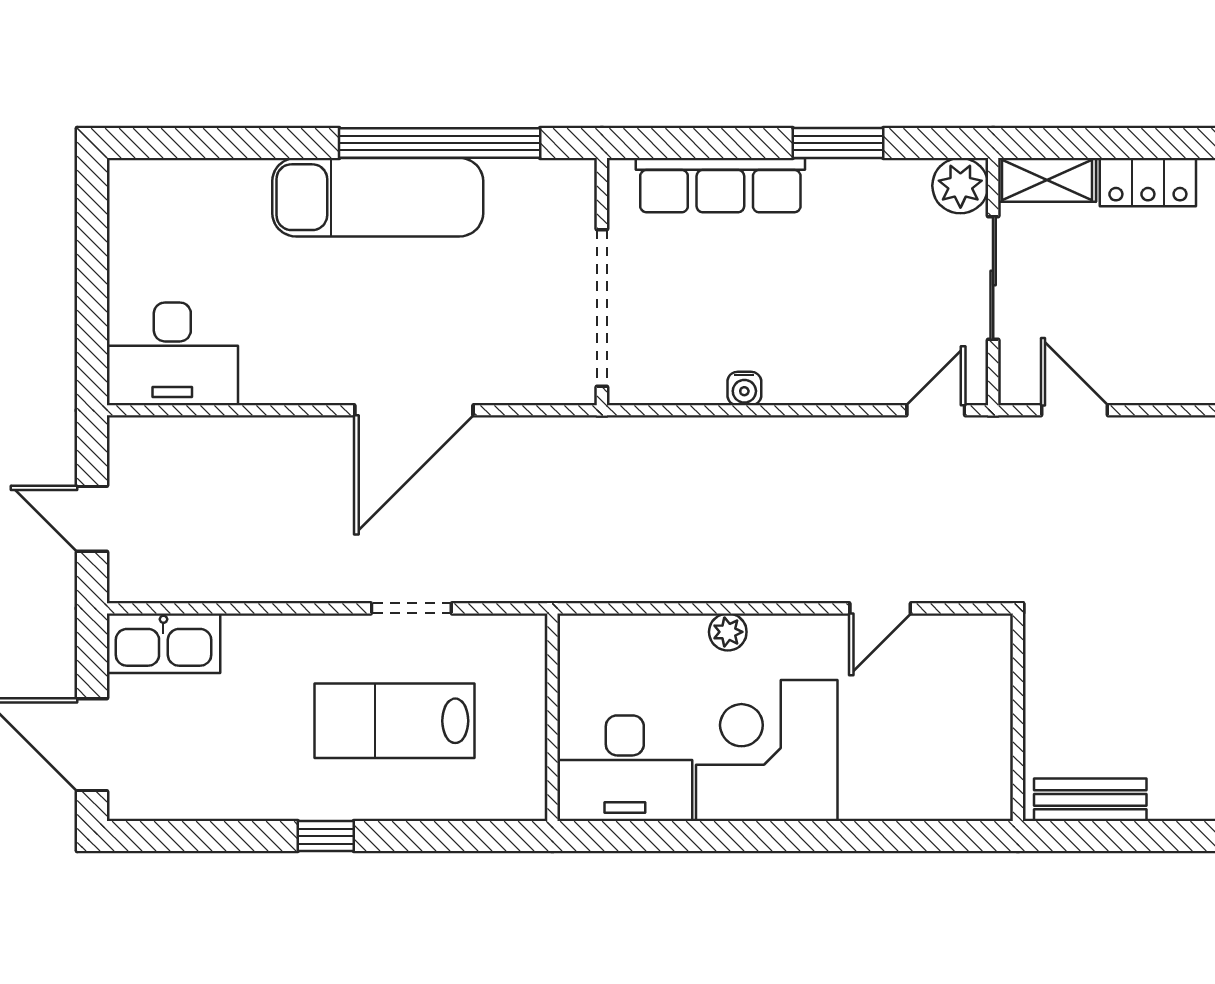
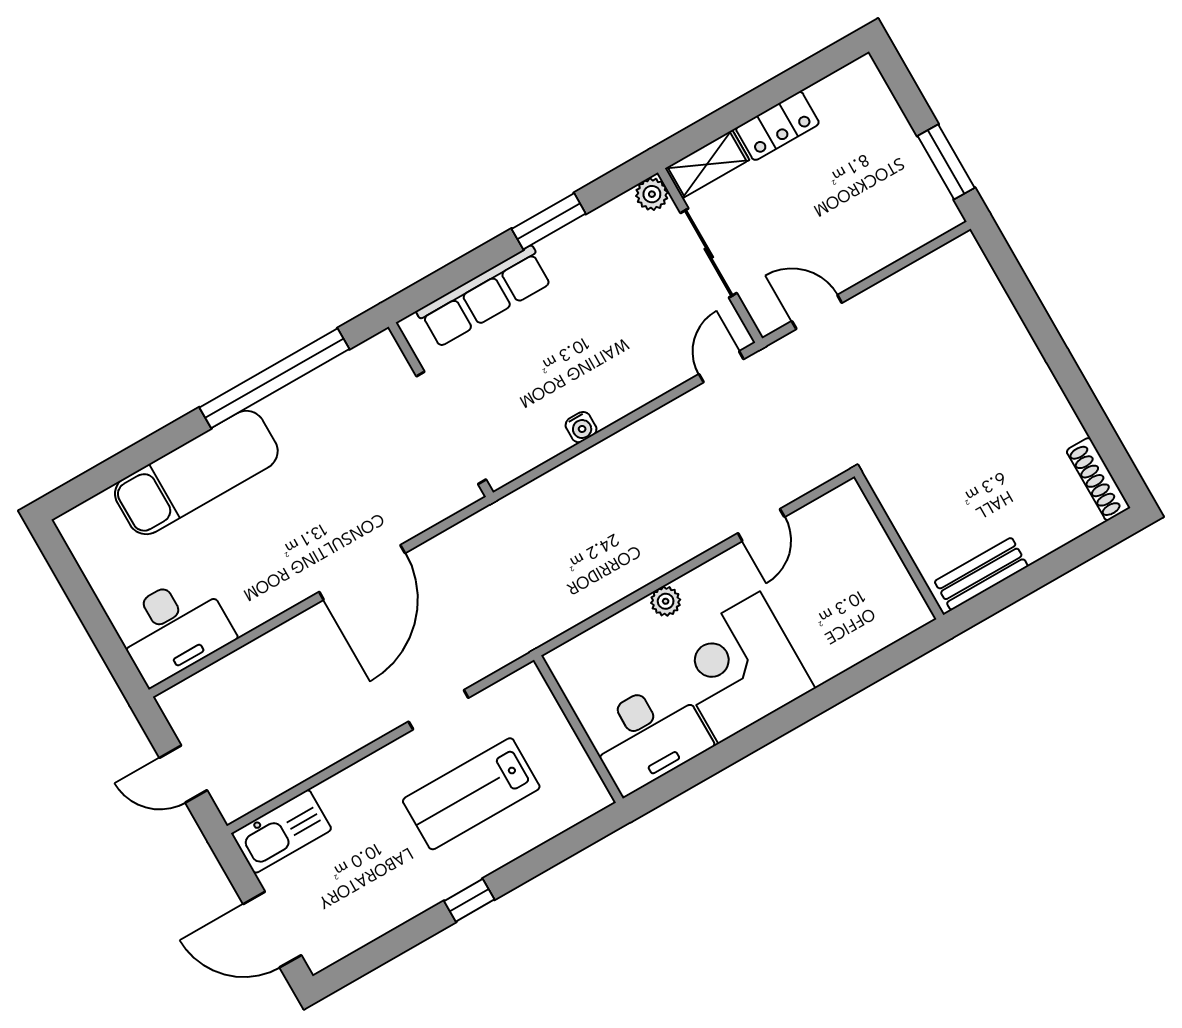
plant: (960, 186) -> (652, 194), width x0.73, depth x0.73
exam couch: (378, 197) -> (196, 473), moved

